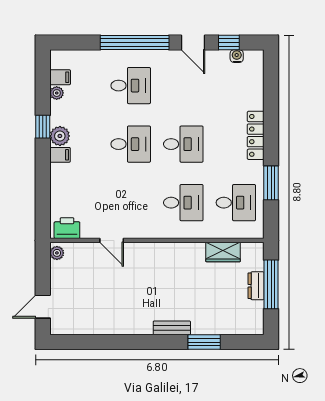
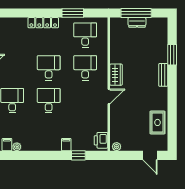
window: (43, 127) -> (78, 155), moved
plant: (60, 136) -> (44, 145), removed
filing cabinet: (60, 155) -> (66, 145), moved
door: (112, 240) -> (109, 97), moved
wardrobe: (223, 252) -> (116, 75), moved
rug: (96, 319) -> (158, 122), added

